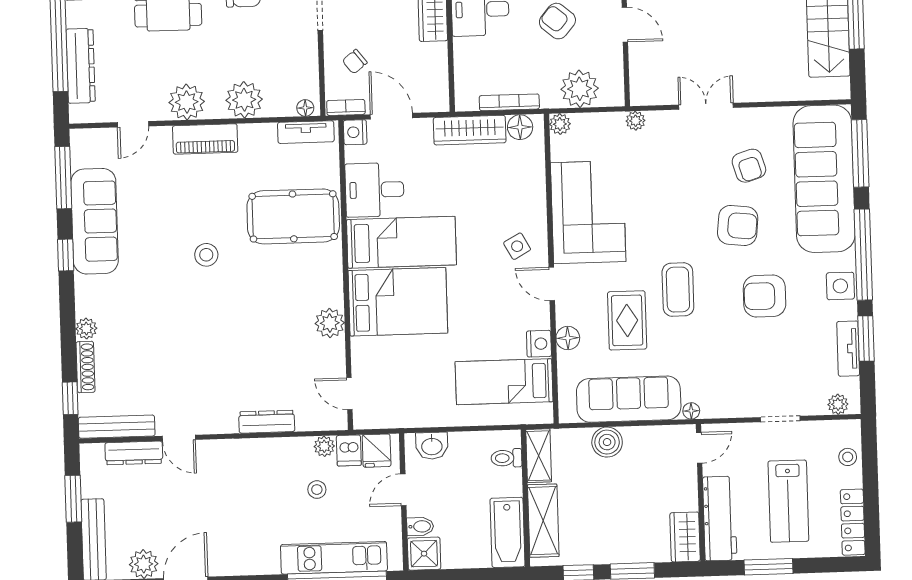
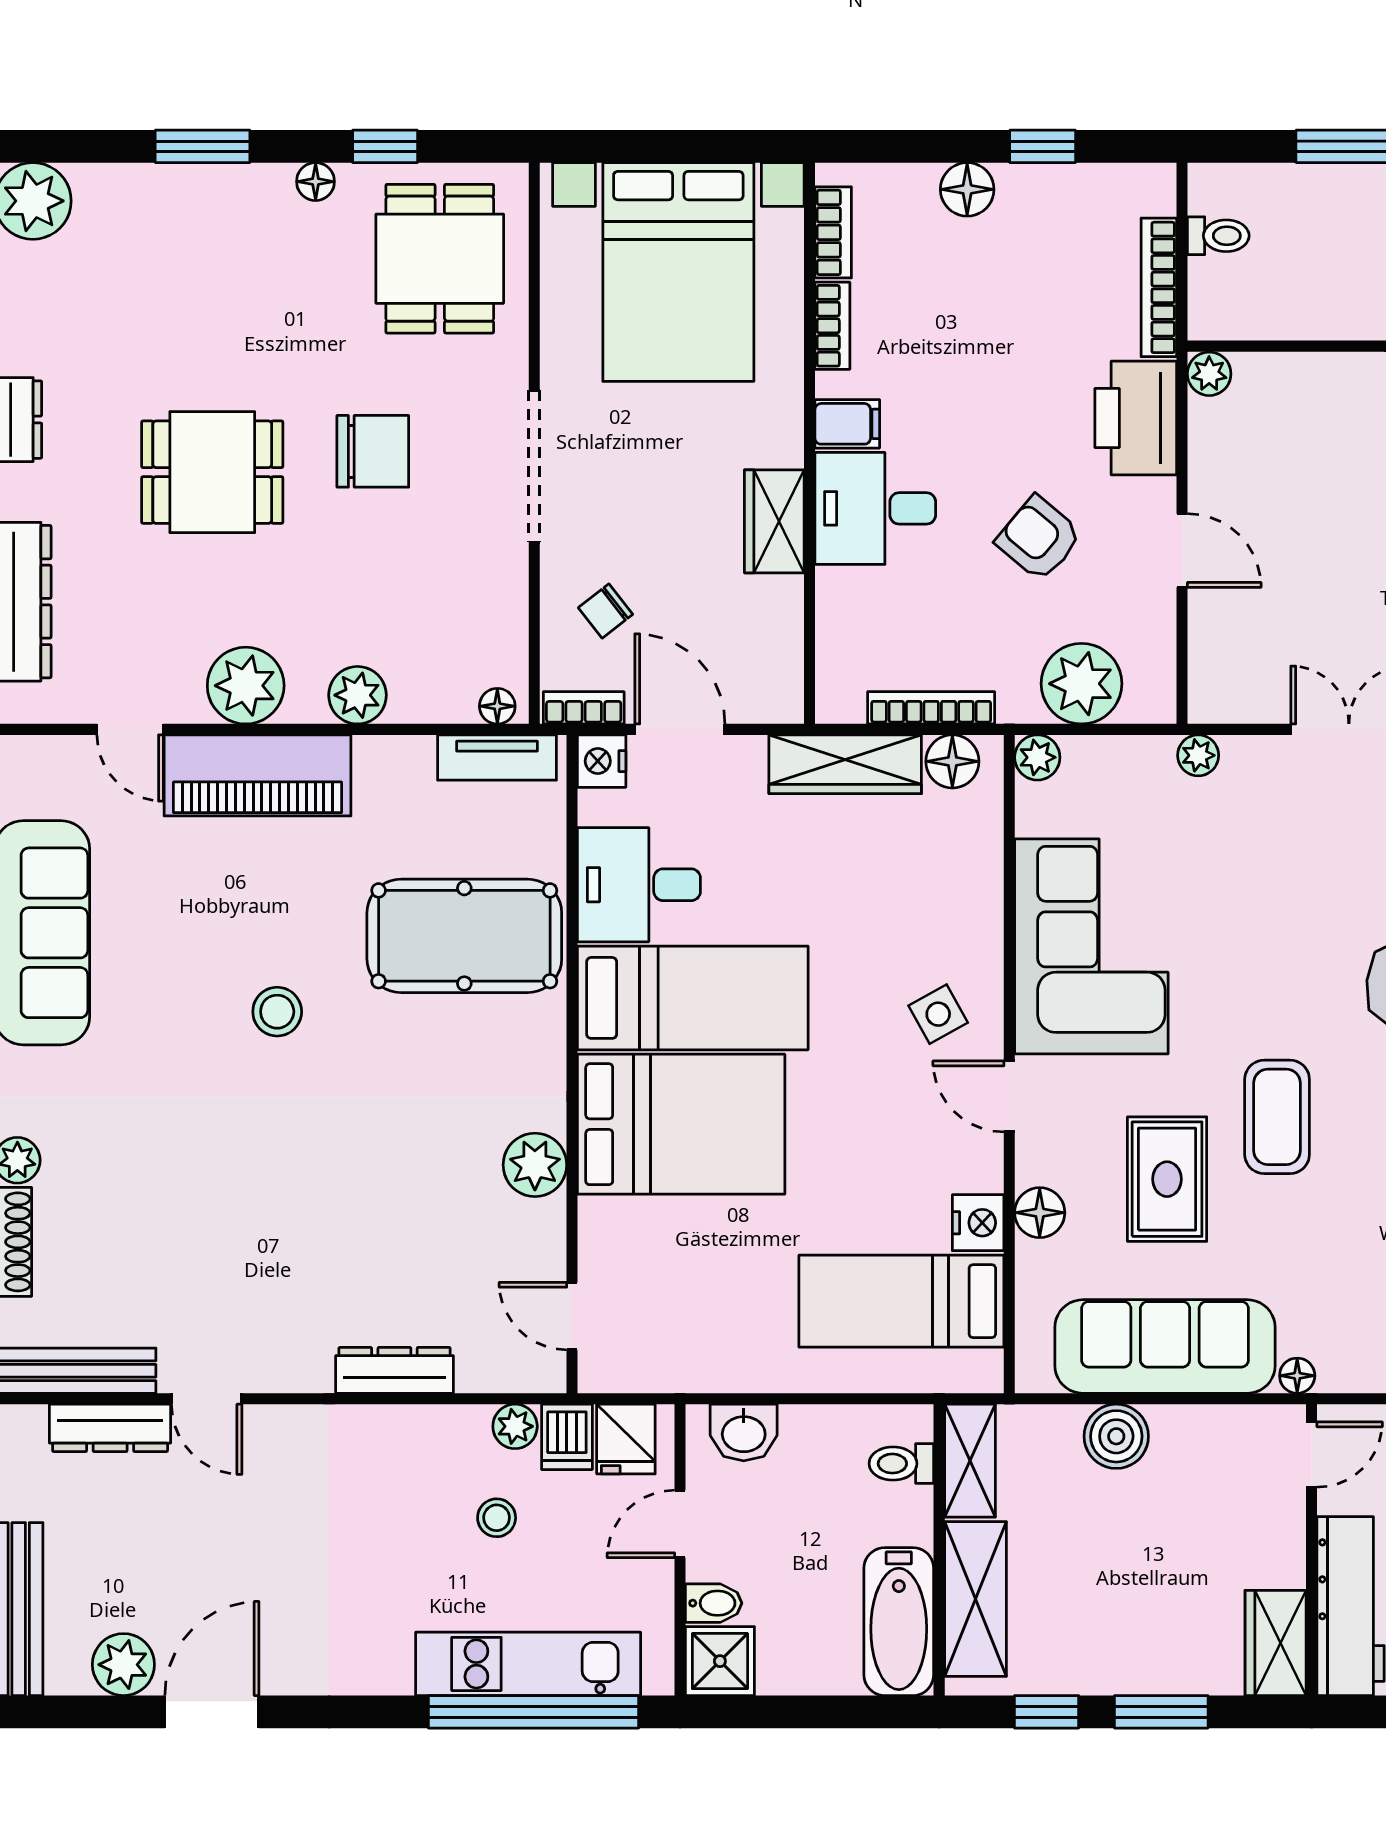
plant: (244, 100) -> (357, 695), width x0.73, depth x0.73
door: (133, 124) -> (130, 729), hinge flipped
piano: (205, 139) -> (258, 775), width x1.37, depth x1.33

